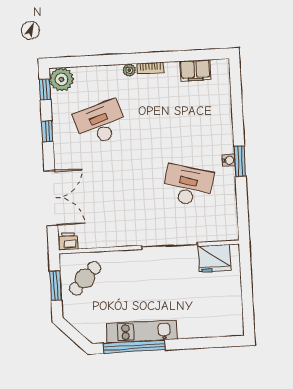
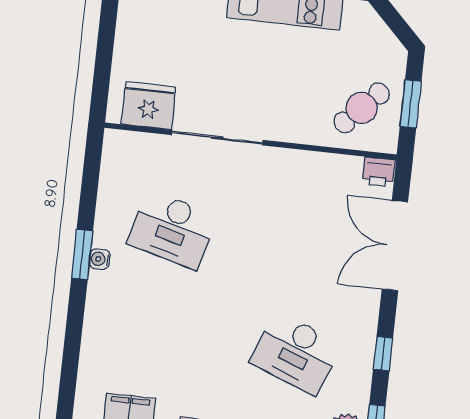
desk: (100, 123) -> (296, 353), turned 39

